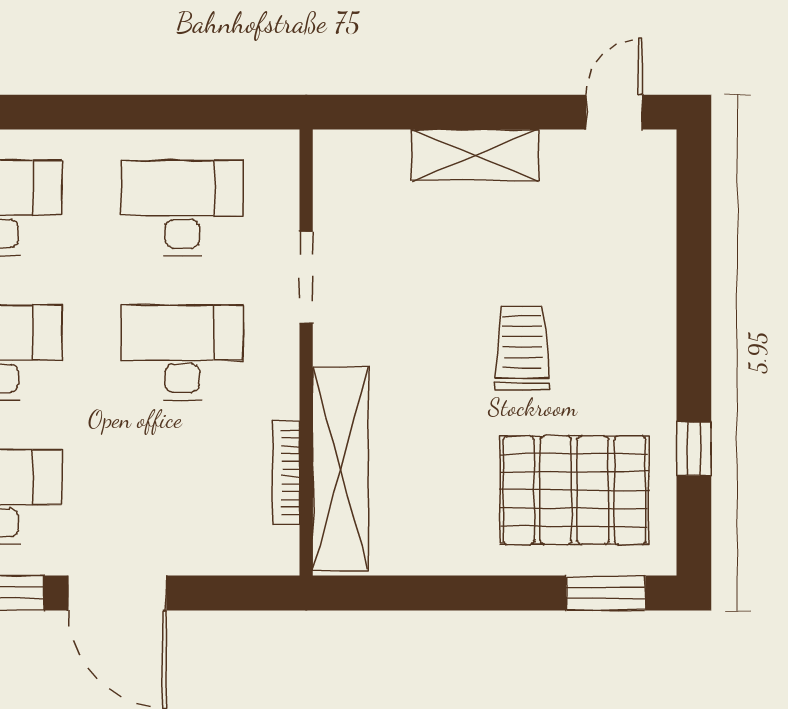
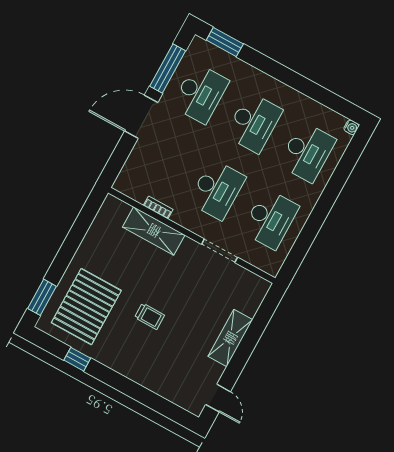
trolley: (522, 348) -> (149, 316), width x0.73, depth x0.72
shelving: (340, 469) -> (154, 231), width x0.68
bookcase: (286, 473) -> (158, 207), width x0.64

